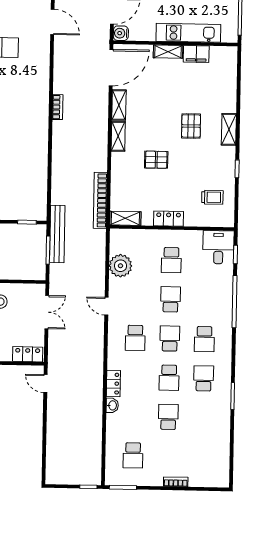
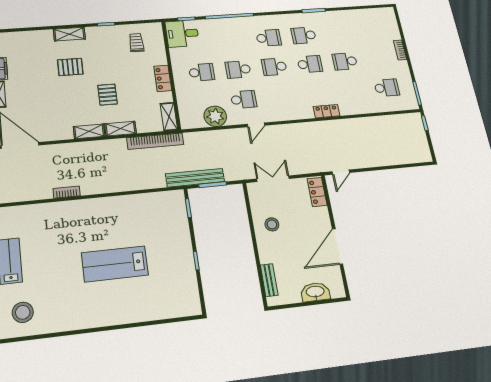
shelving: (119, 105) -> (120, 129), moved
school desk: (135, 338) -> (244, 99), moved
washbasin: (112, 405) -> (346, 110), removed

